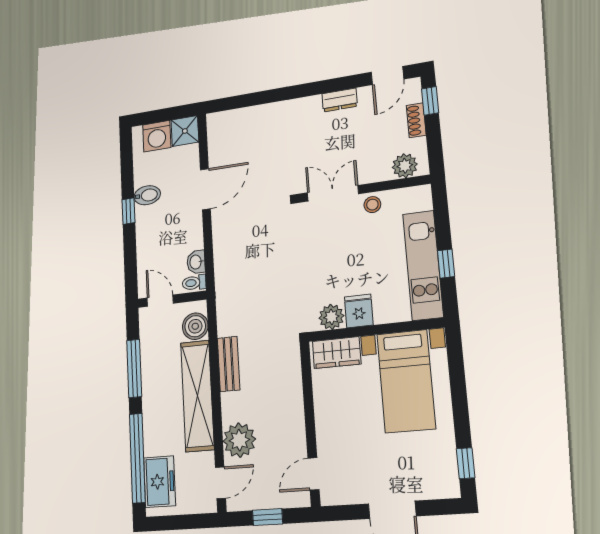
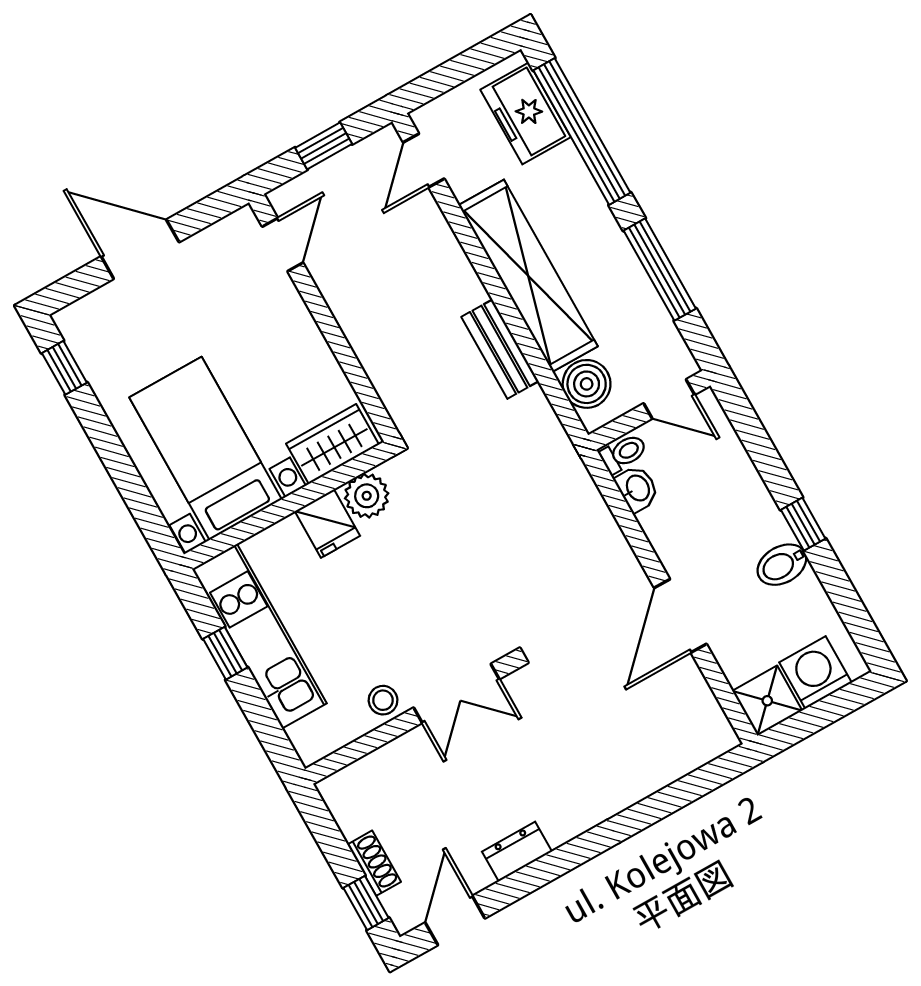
plant: (405, 166) -> (359, 783), removed
plant: (239, 440) -> (425, 239), removed

